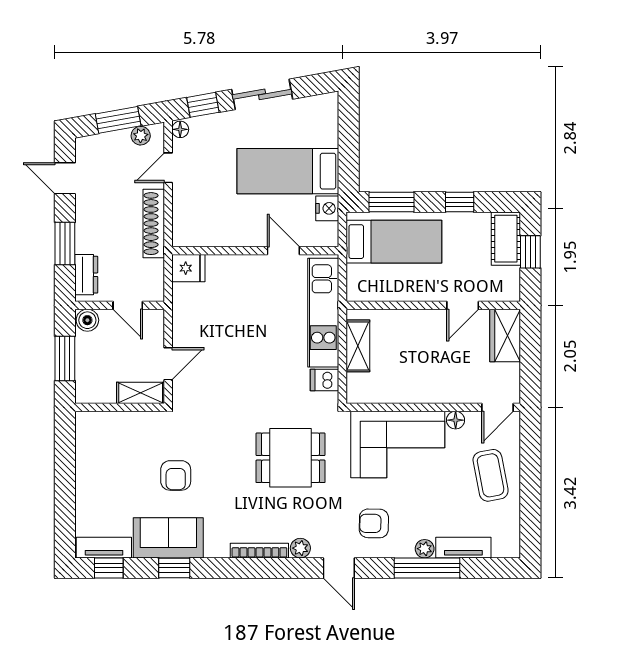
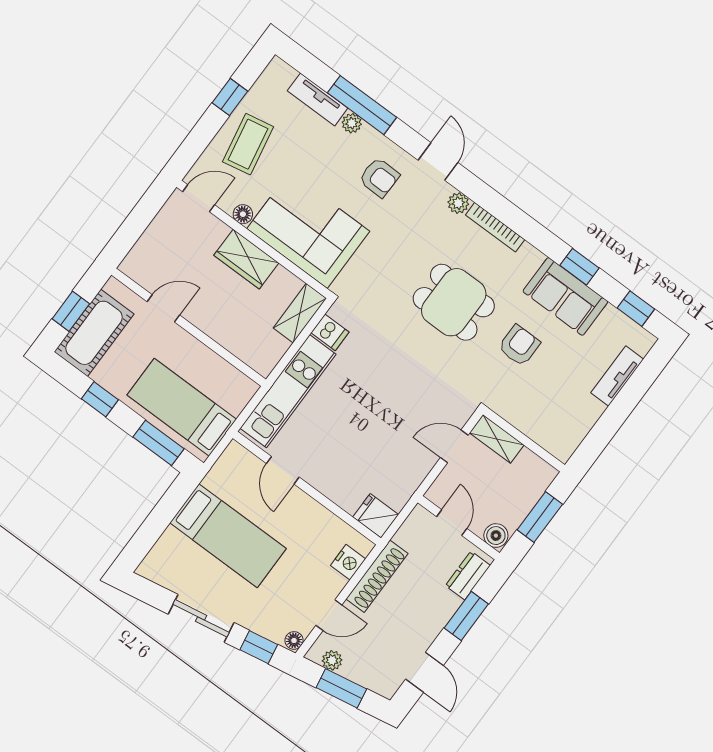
nightstand: (327, 208) -> (348, 562), moved, turned 180
cot: (506, 239) -> (94, 333), width x1.37, depth x1.34
wardrobe: (505, 335) -> (246, 259), moved, turned 90
shelving: (358, 346) -> (300, 313), moved
dining table: (290, 458) -> (454, 302), moved
window: (530, 501) -> (230, 97), added
tv unit: (104, 548) -> (617, 376), moved, turned 90

